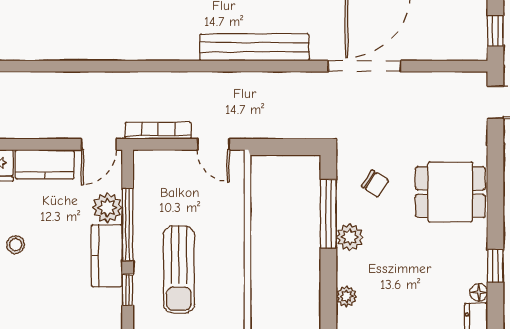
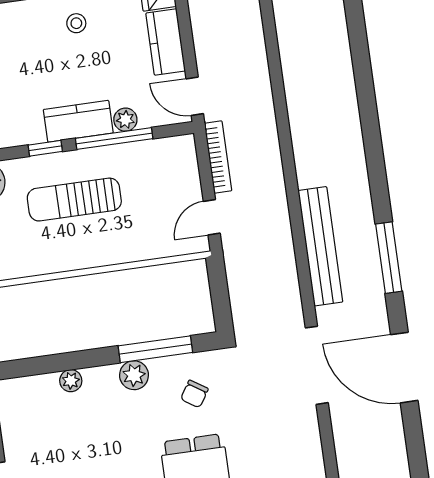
plant: (107, 208) -> (125, 120), width x0.73, depth x0.73

